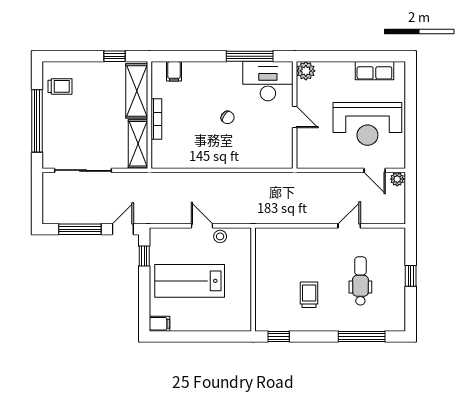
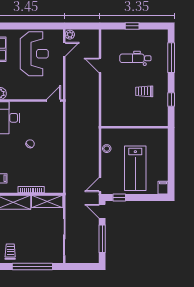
door: (295, 117) -> (54, 101), moved
door: (202, 226) -> (100, 185), moved
window: (279, 337) -> (171, 99), moved

